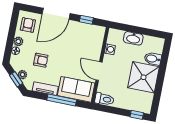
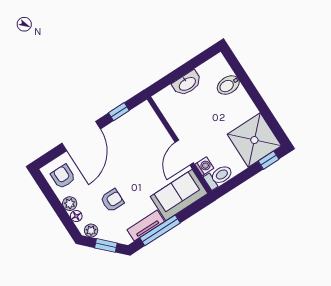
washing machine: (110, 49) -> (204, 166), moved
door: (99, 71) -> (184, 153), hinge flipped
plant: (22, 75) -> (91, 231), moved
shower: (144, 77) -> (254, 140), moved
window: (62, 100) -> (160, 230), moved

